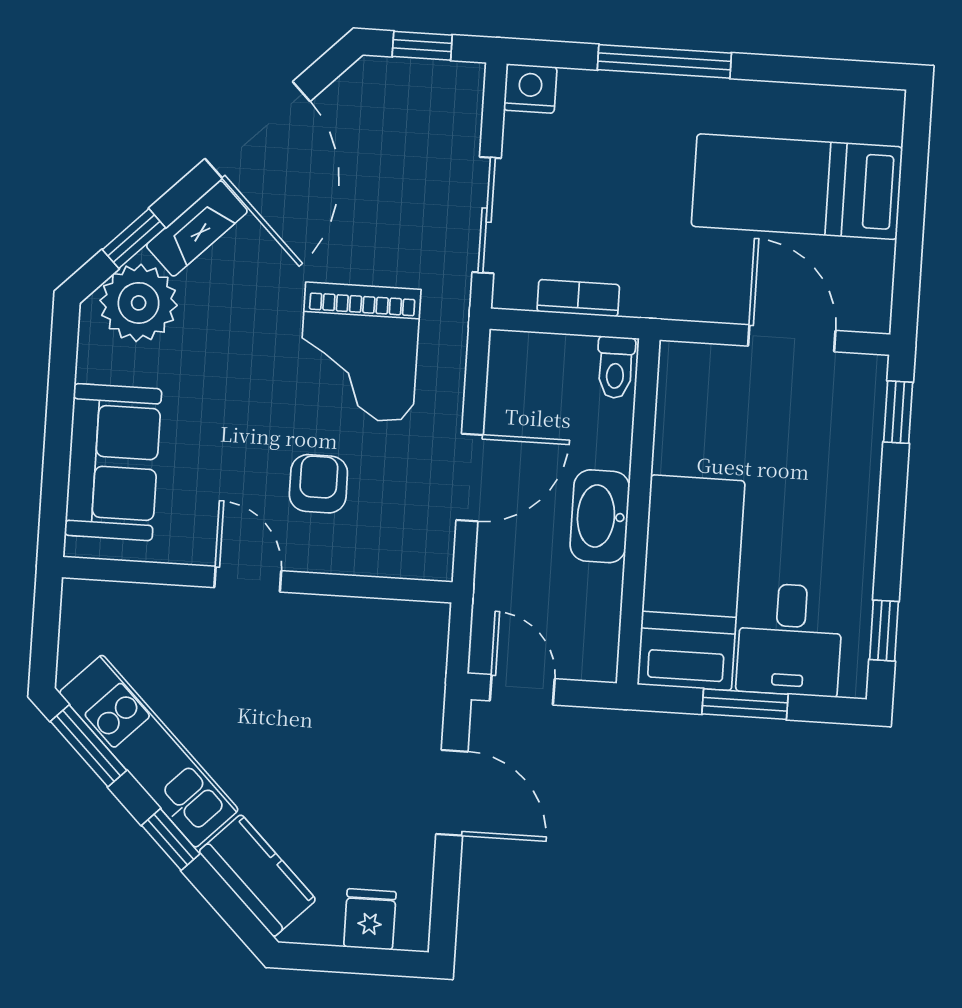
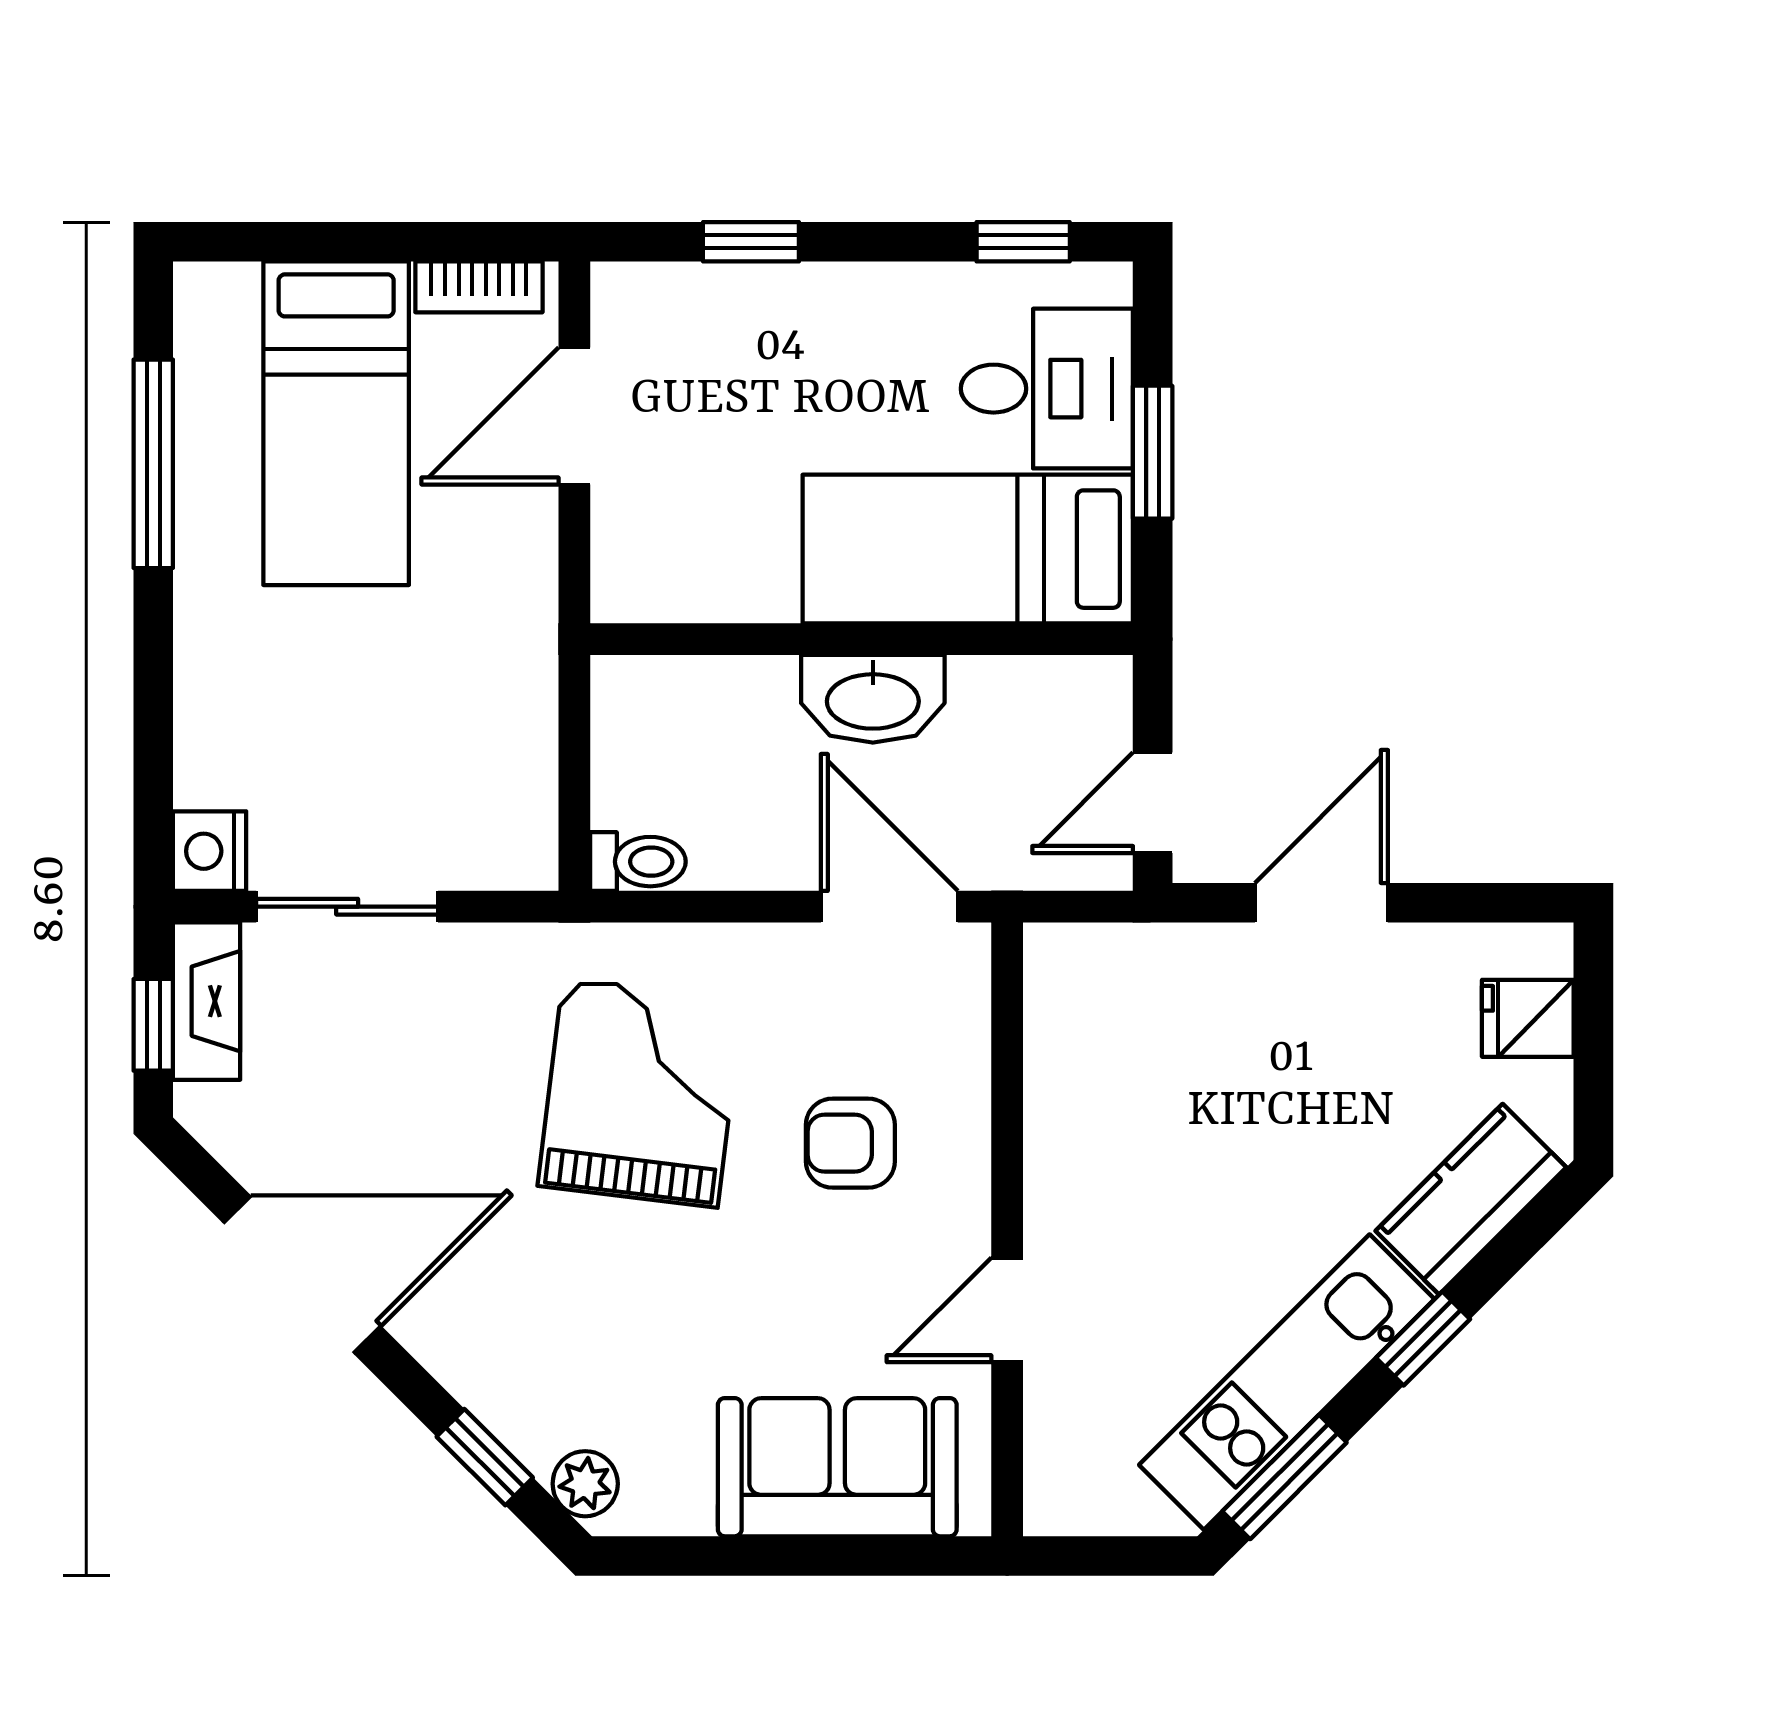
window: (664, 61) -> (153, 464), moved
sliding door: (487, 215) -> (347, 907), moved
fireplace: (197, 228) -> (207, 1001), moved, turned 45
bookcase: (578, 298) -> (479, 287), moved, turned -90
plant: (139, 303) -> (585, 1484), width x0.53, depth x0.53
grand piano: (359, 352) -> (640, 1093), turned -83
toilet: (615, 367) -> (638, 862), moved
window: (898, 412) -> (751, 242), moved
door: (470, 477) -> (889, 907), moved
door: (248, 579) -> (1007, 1310), moved

